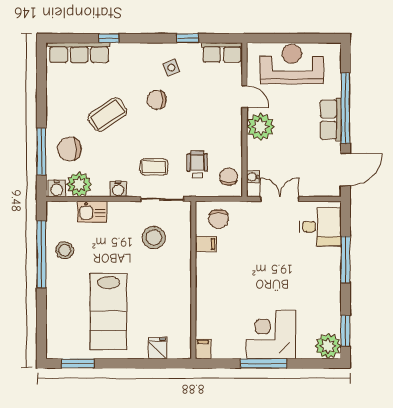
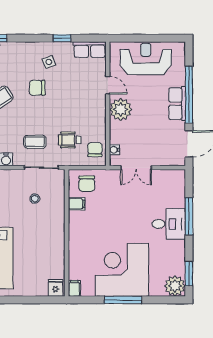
wheelchair: (197, 165) -> (70, 140), turned -90
double door: (280, 199) -> (136, 168), swing flipped
desk: (320, 227) -> (169, 224), moved
stool: (154, 238) -> (35, 199), width x0.53, depth x0.53
corner desk: (271, 335) -> (122, 270), width x1.36, depth x1.36
fridge: (158, 348) -> (55, 288), moved

